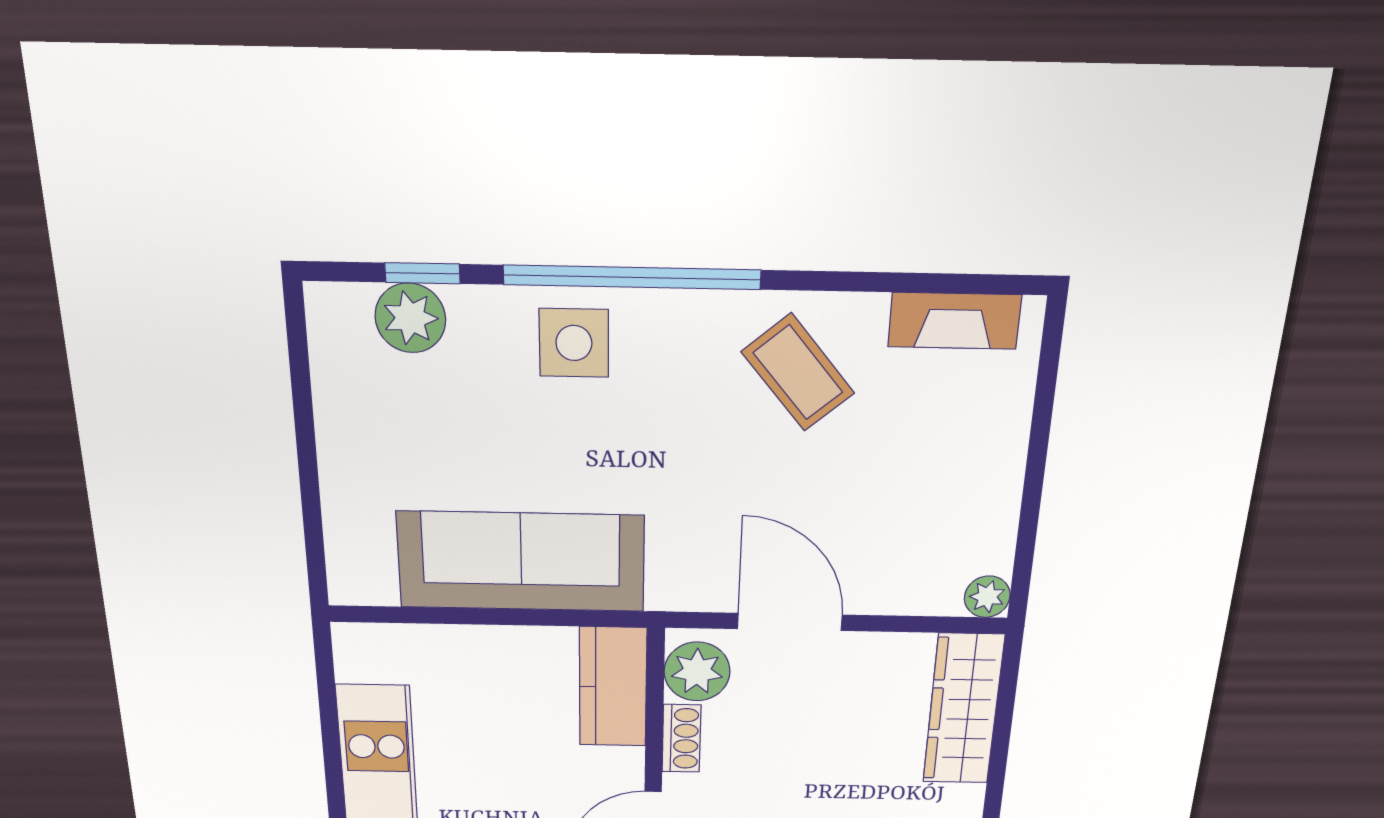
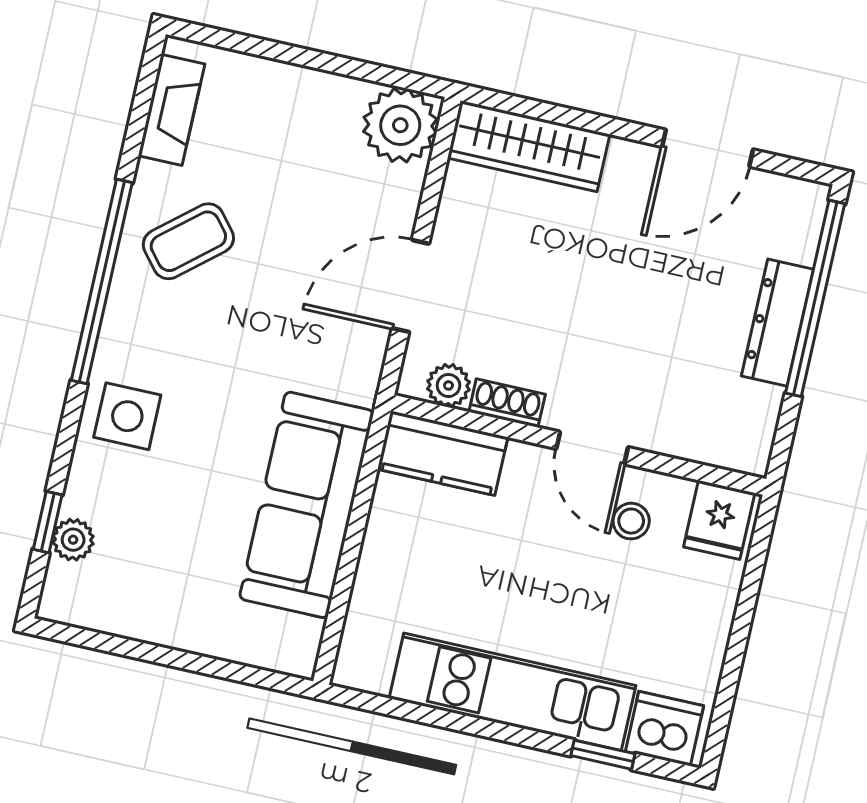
window: (632, 277) -> (102, 282), moved
plant: (410, 318) -> (73, 540), width x0.73, depth x0.73
plant: (987, 597) -> (400, 125), width x1.88, depth x1.88
plant: (697, 672) -> (449, 385), width x0.73, depth x0.73

